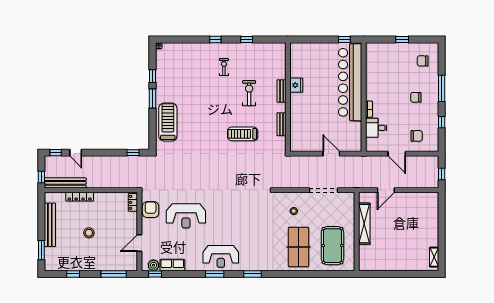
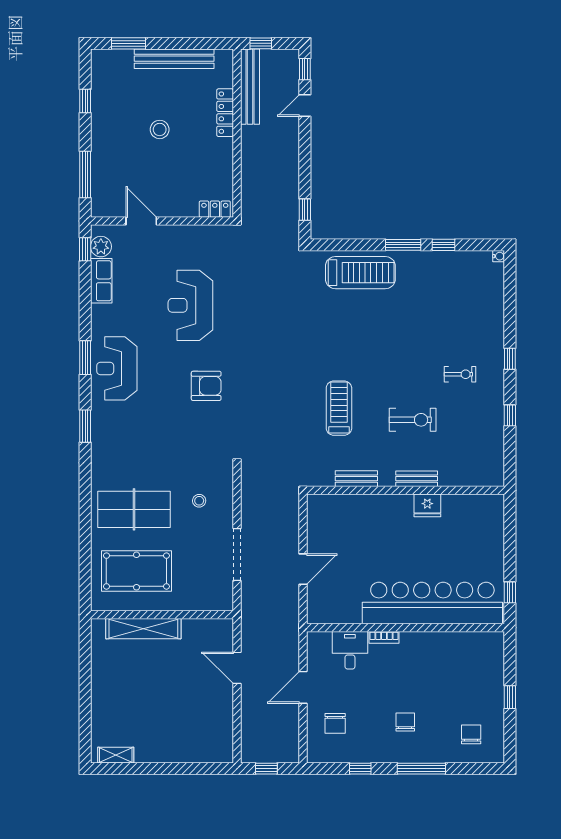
armchair: (151, 210) -> (206, 386), moved
shelving: (364, 224) -> (143, 629), moved

